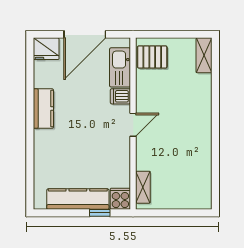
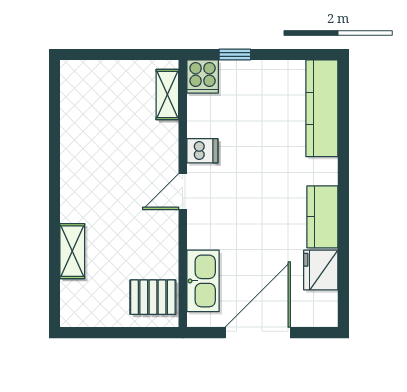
fridge: (46, 49) -> (321, 270), moved, turned -90
shelving: (204, 55) -> (72, 251), moved
dishwasher: (120, 96) -> (202, 151), moved
kitchen counter: (78, 199) -> (322, 108), moved, turned 90

